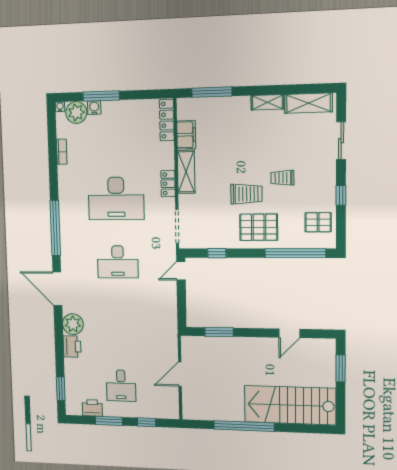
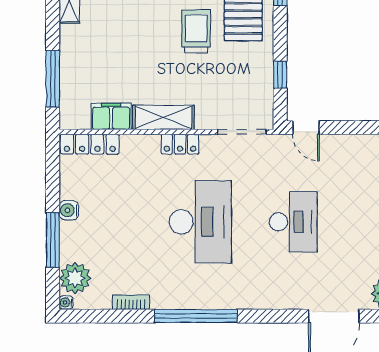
water cooler: (94, 108) -> (69, 210), moved
window: (55, 228) -> (196, 316), moved

